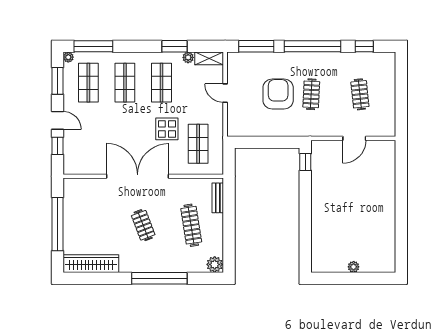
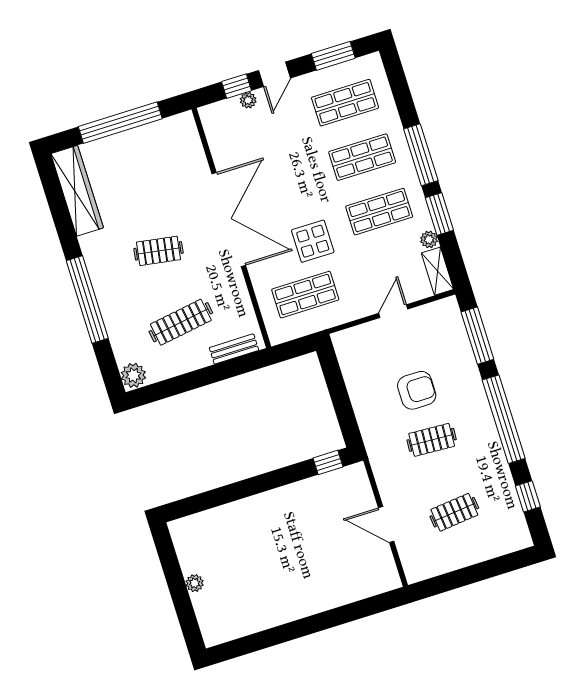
window: (93, 46) -> (421, 155), moved
plant: (68, 57) -> (248, 100), moved
armchair: (278, 94) -> (417, 390), width x0.73, depth x0.73
clothes rail: (143, 225) -> (158, 251), turned 30

